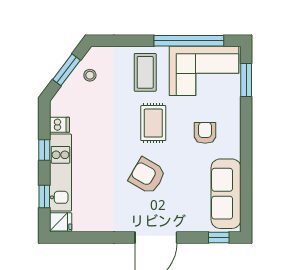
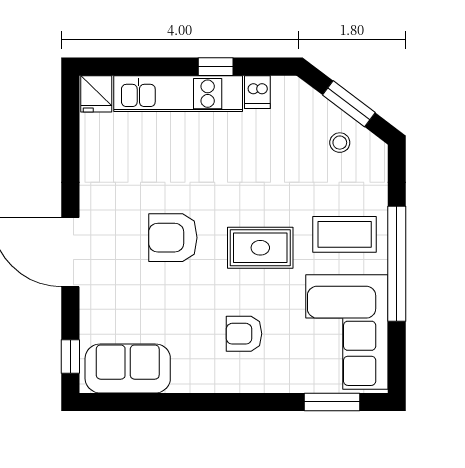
window: (189, 41) -> (397, 264), moved
armchair: (205, 133) -> (244, 334), turned 180
armchair: (147, 176) -> (173, 238), turned -120
sofa: (226, 194) -> (128, 368), width x0.73
window: (44, 197) -> (138, 67), removed

